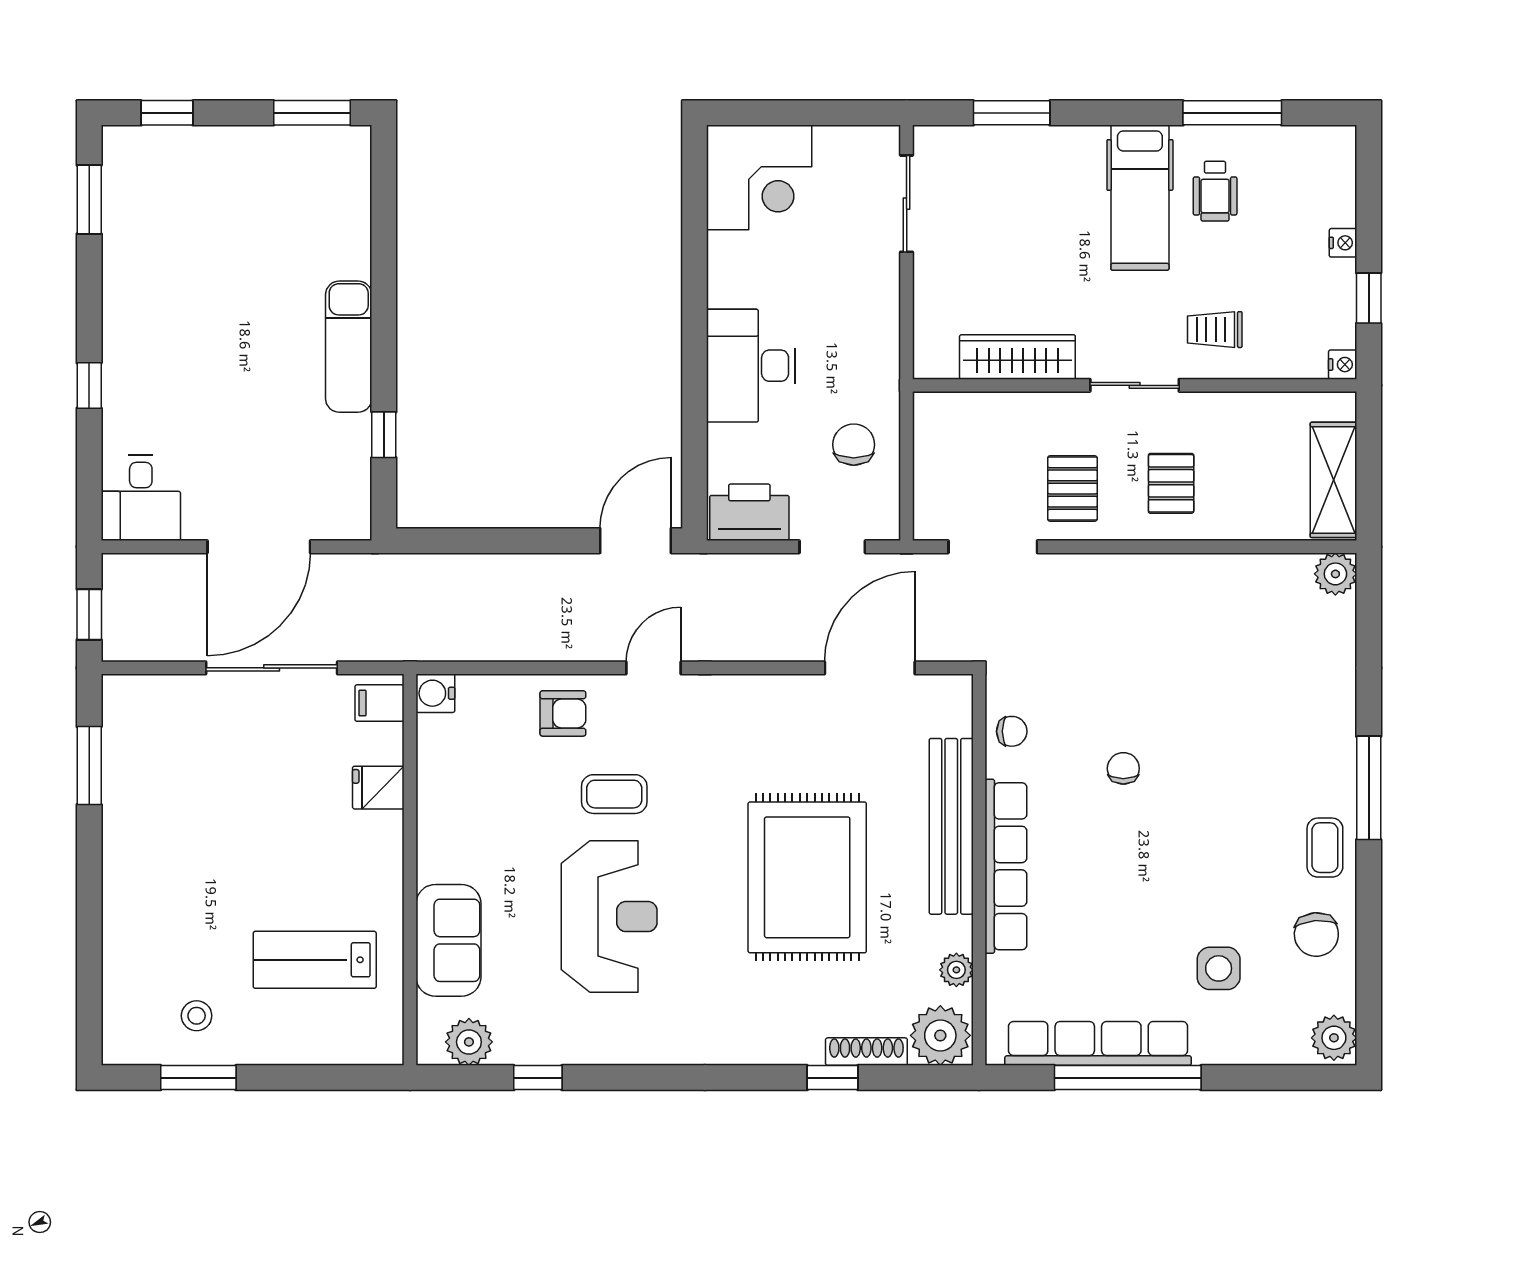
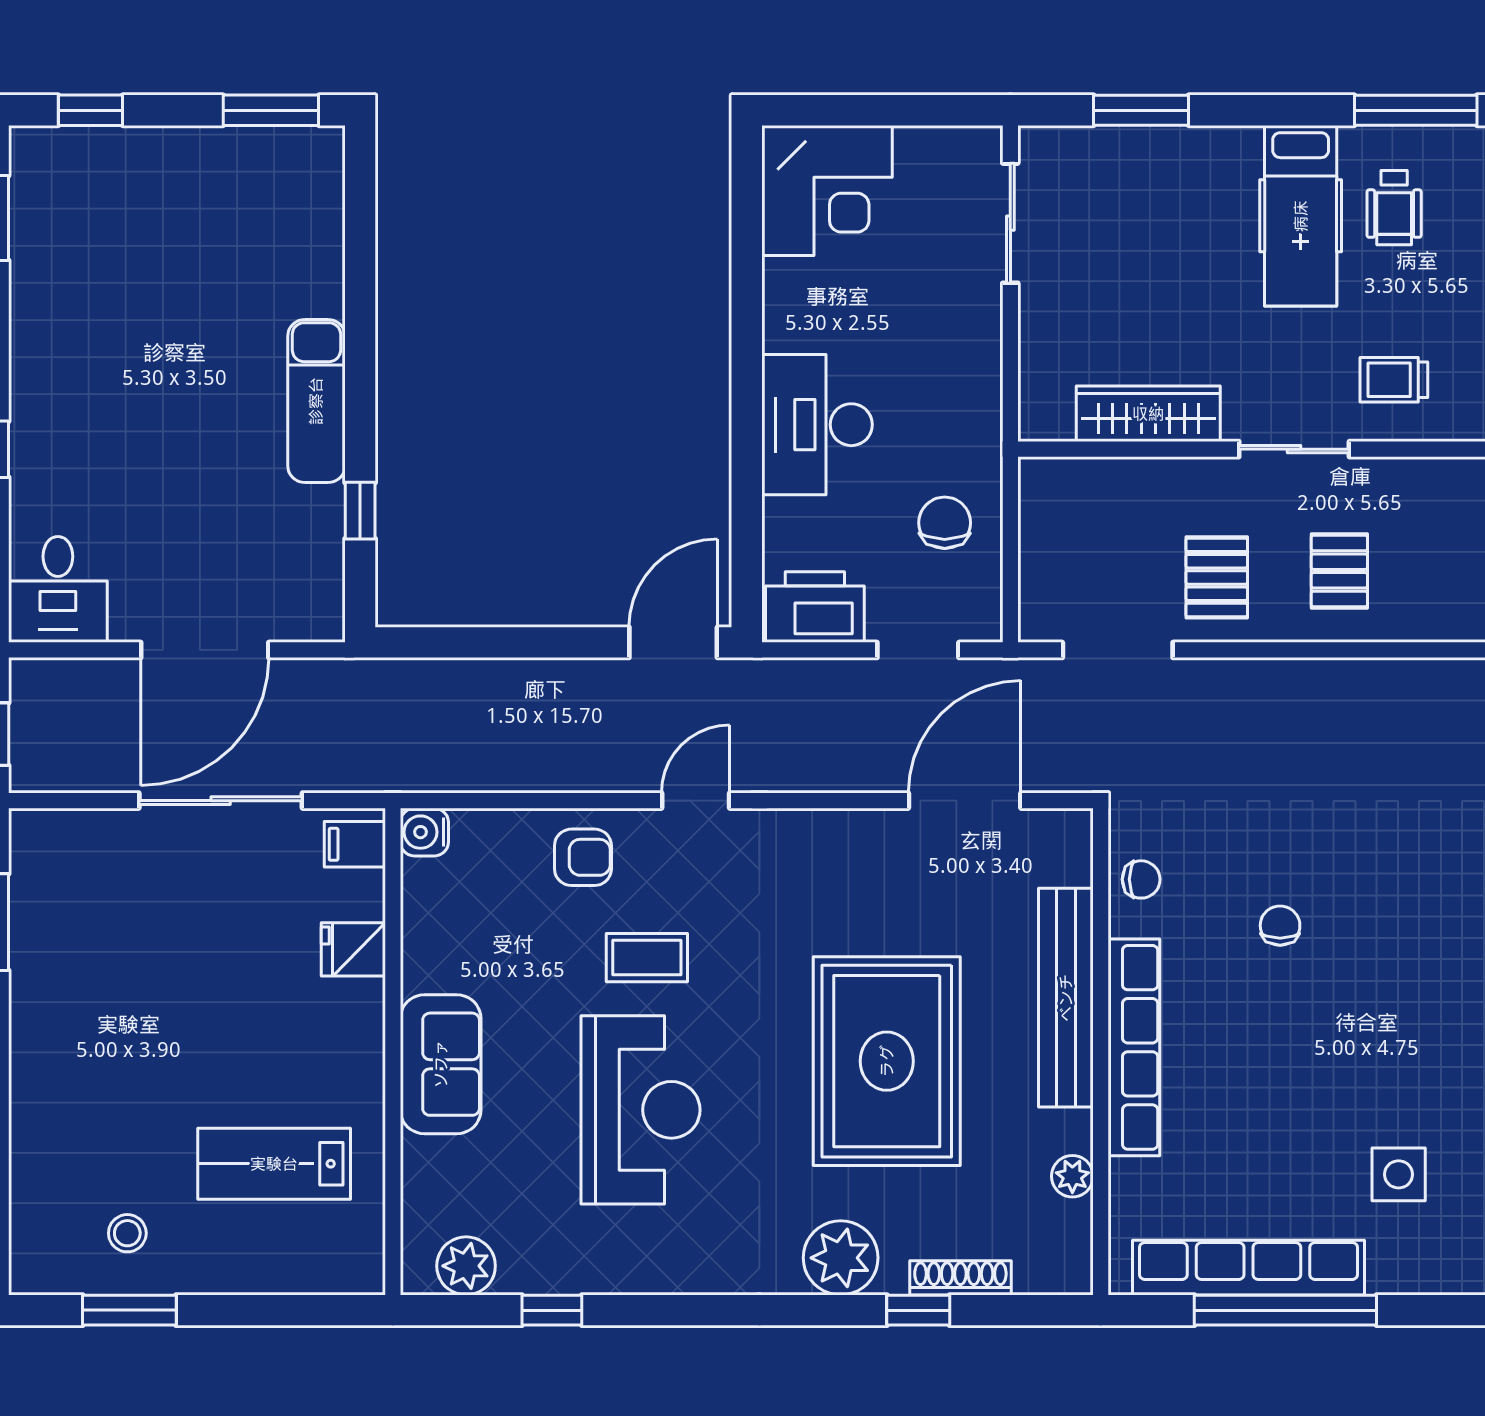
sofa: (448, 940) -> (441, 1064), moved
plant: (940, 1035) -> (841, 1258), moved

